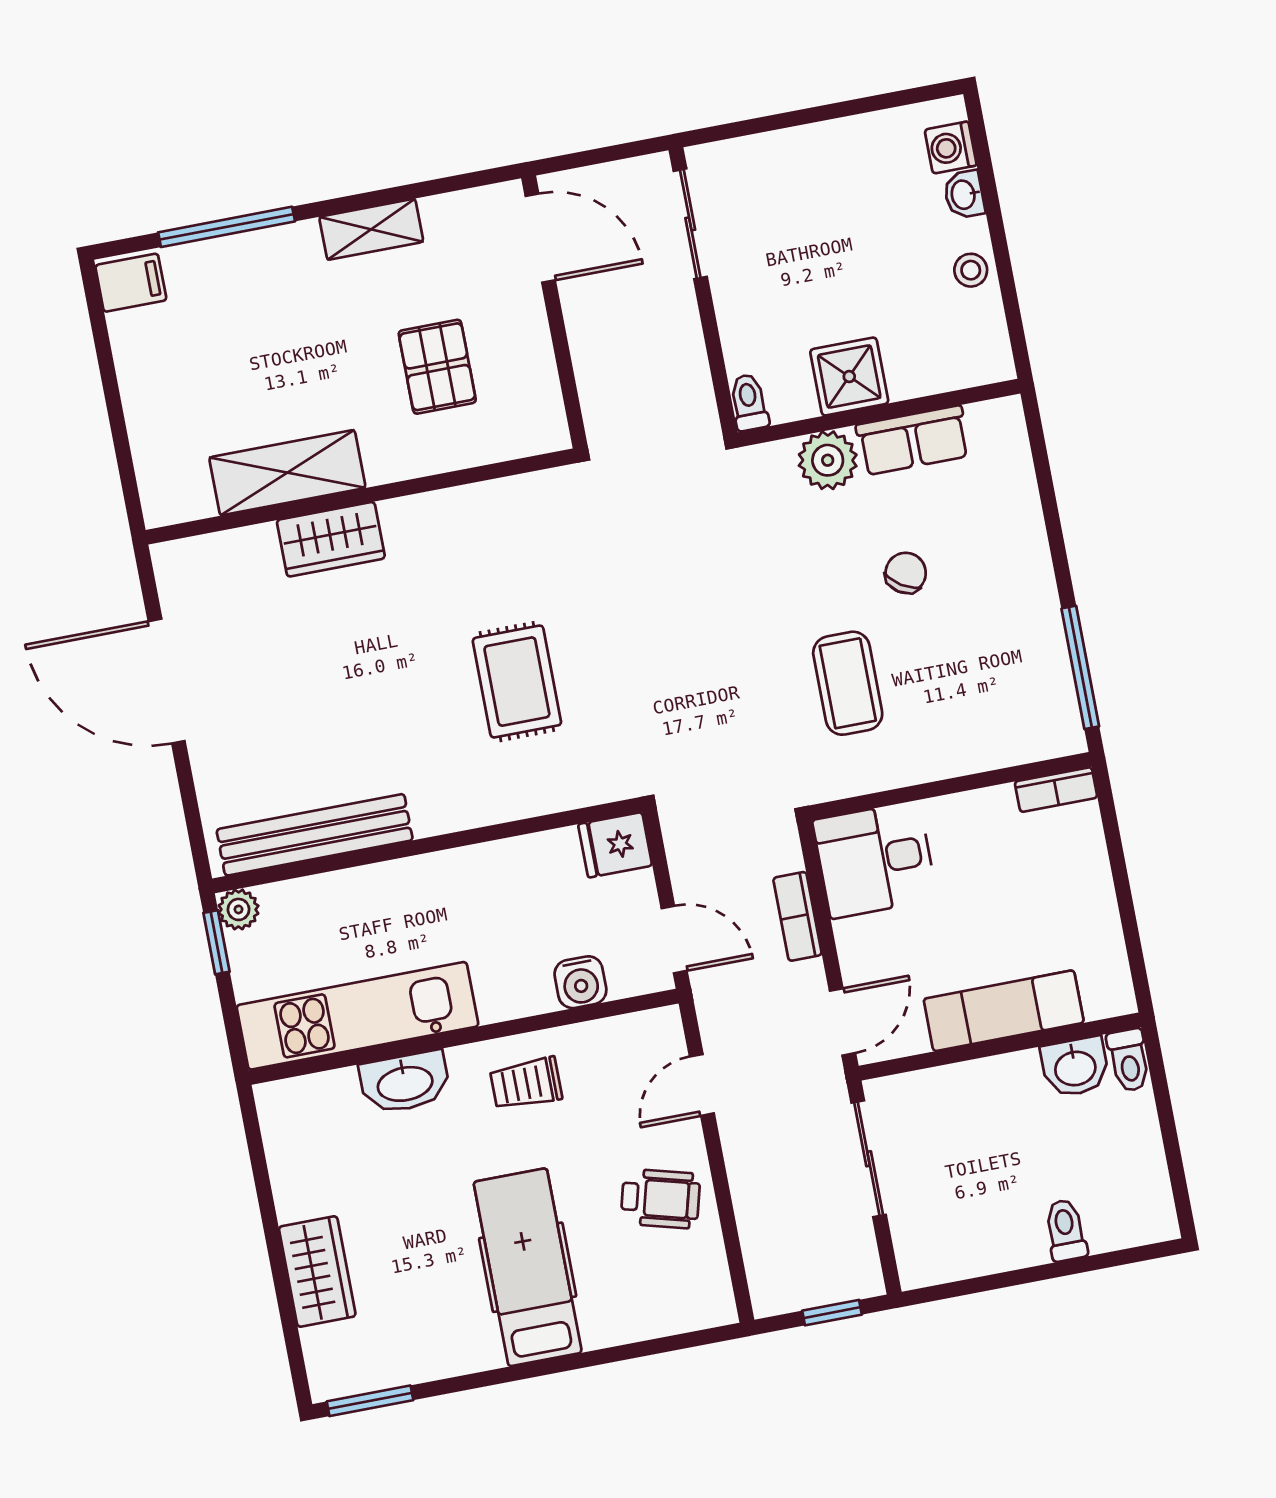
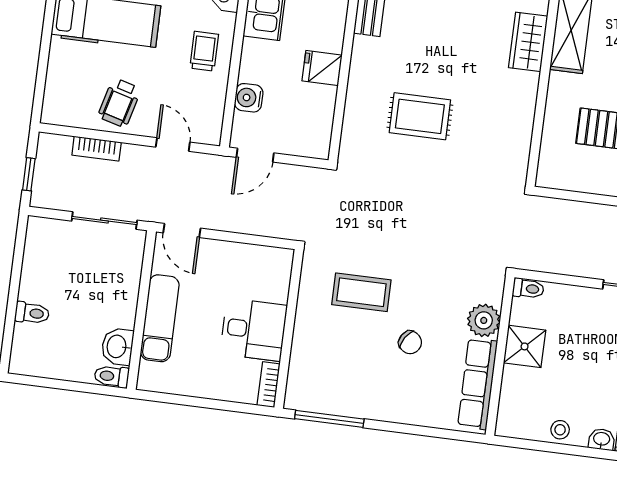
row of seats: (913, 440) -> (478, 384), width x1.48
fridge: (615, 845) -> (322, 68), moved, turned -90
desk: (875, 860) -> (254, 330), moved, turned 90
bookcase: (797, 916) -> (97, 149), moved, turned 180

